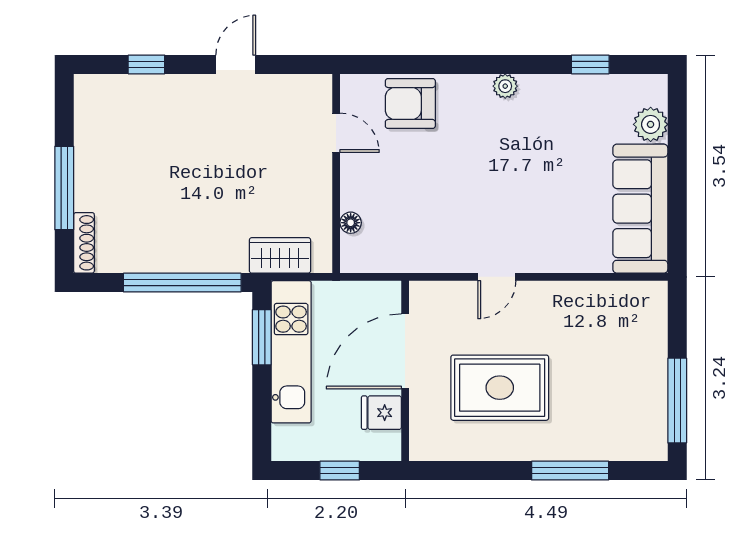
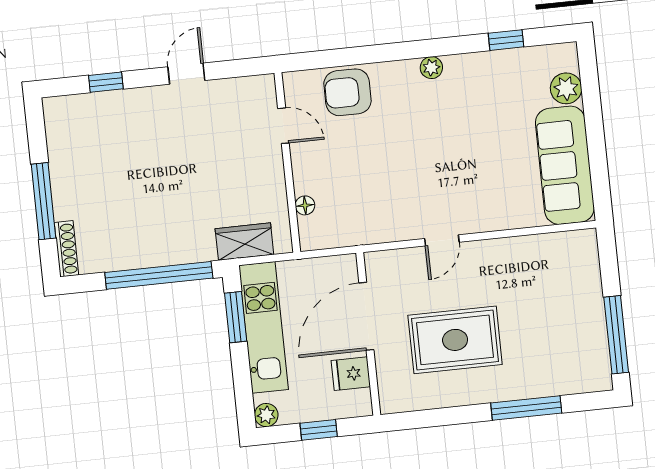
plant: (284, 448) -> (266, 415), added

